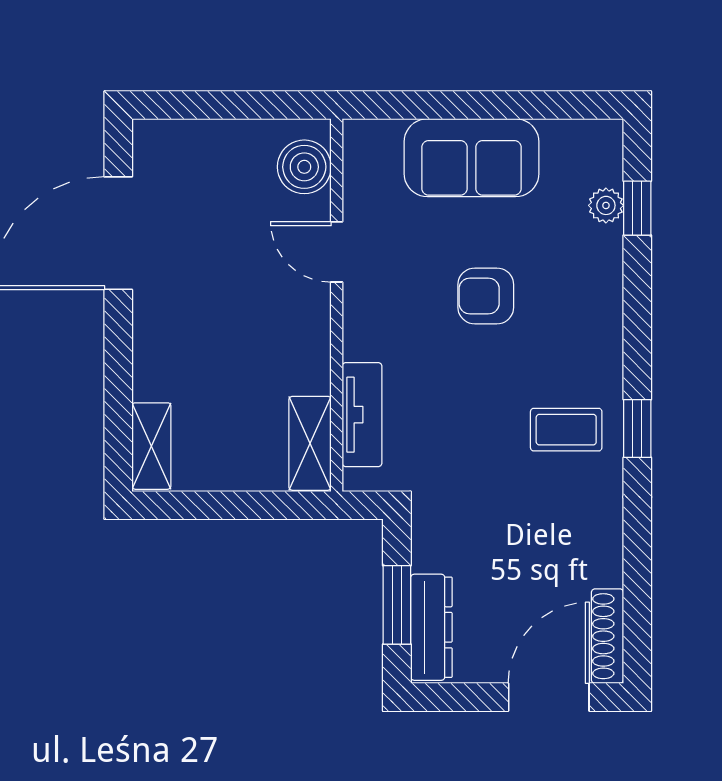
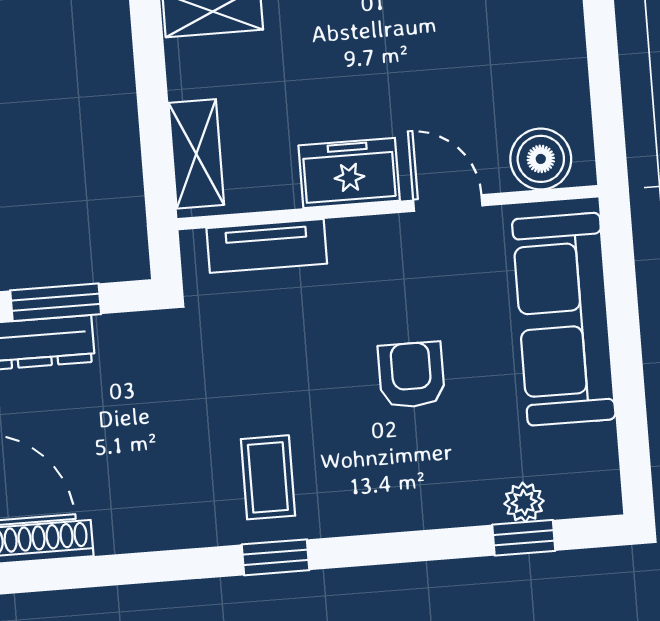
sofa: (471, 158) -> (564, 319), width x1.36
door: (337, 252) -> (448, 203), hinge flipped
freezer: (303, 337) -> (349, 173), added
shelving: (310, 443) -> (196, 154), moved, turned 90

